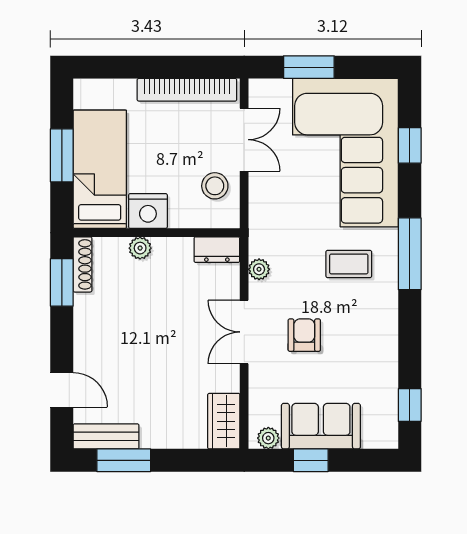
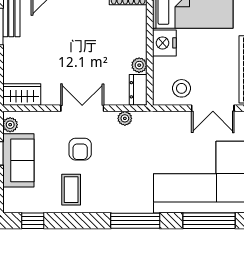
window: (410, 145) -> (209, 221), width x2.17
plant: (140, 248) -> (139, 65), moved
coffee table: (349, 264) -> (71, 190), moved
armchair: (304, 335) -> (80, 149), turned 90

